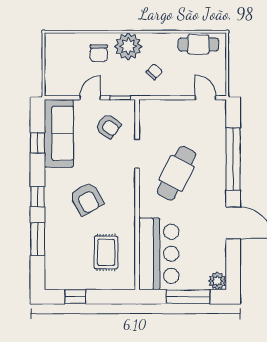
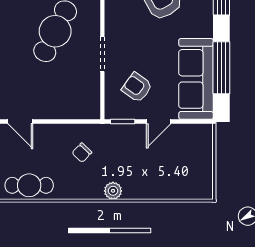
plant: (128, 46) -> (113, 191), width x0.53, depth x0.53
chair: (99, 53) -> (148, 175), removed
window: (38, 143) -> (221, 68), width x2.17

